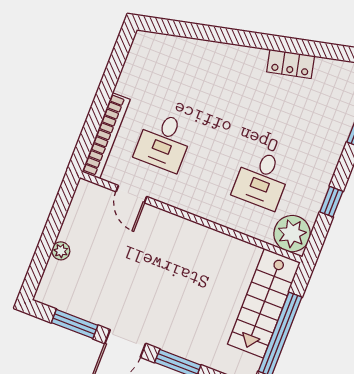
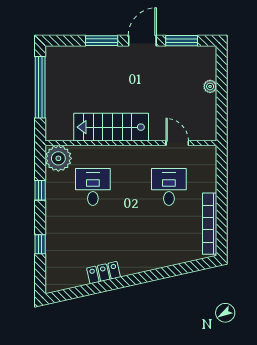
bookcase: (106, 136) -> (210, 224), moved
stairs: (264, 303) -> (111, 127), moved, turned -90

